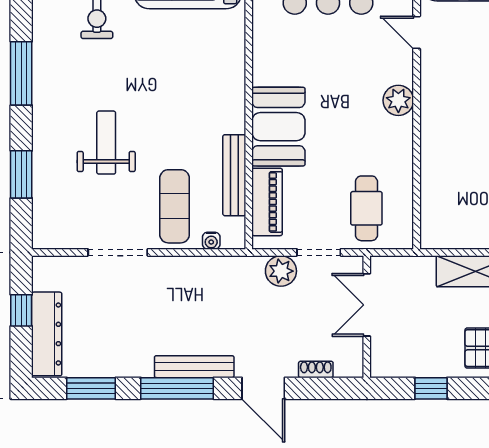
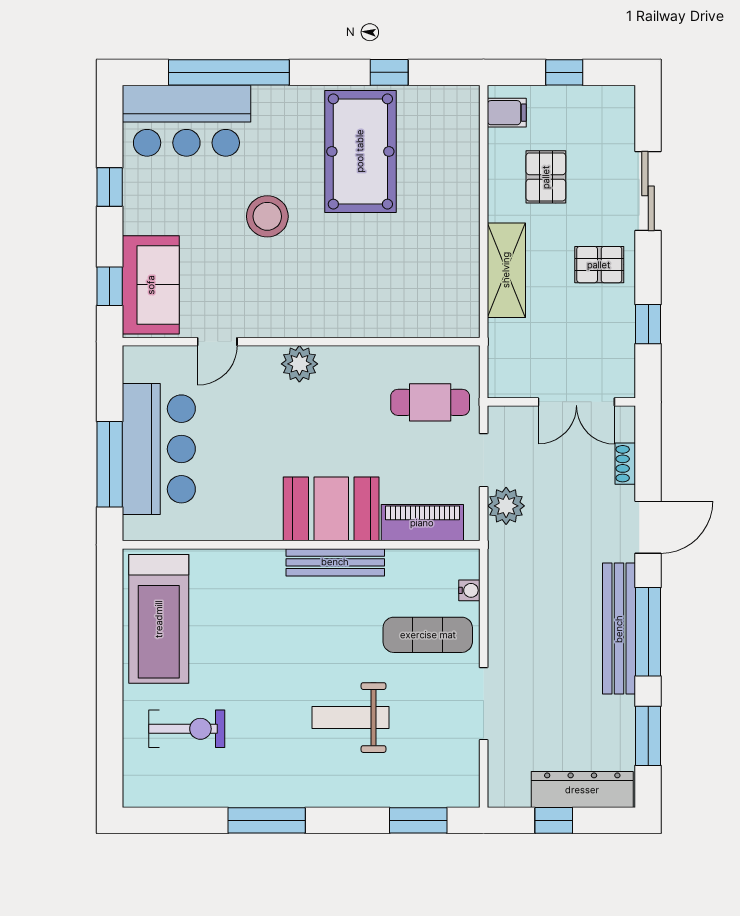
window: (21, 174) -> (418, 820), moved
bench: (234, 175) -> (335, 562), moved
double door: (367, 305) -> (576, 402), moved
bench: (194, 367) -> (619, 629), width x1.37, depth x1.21

